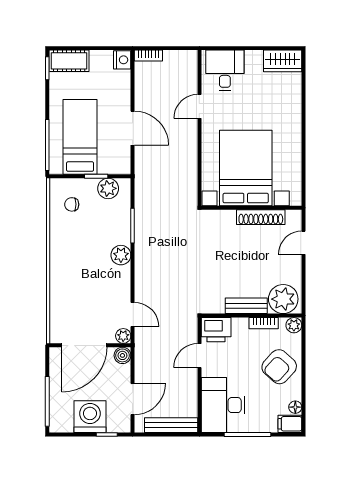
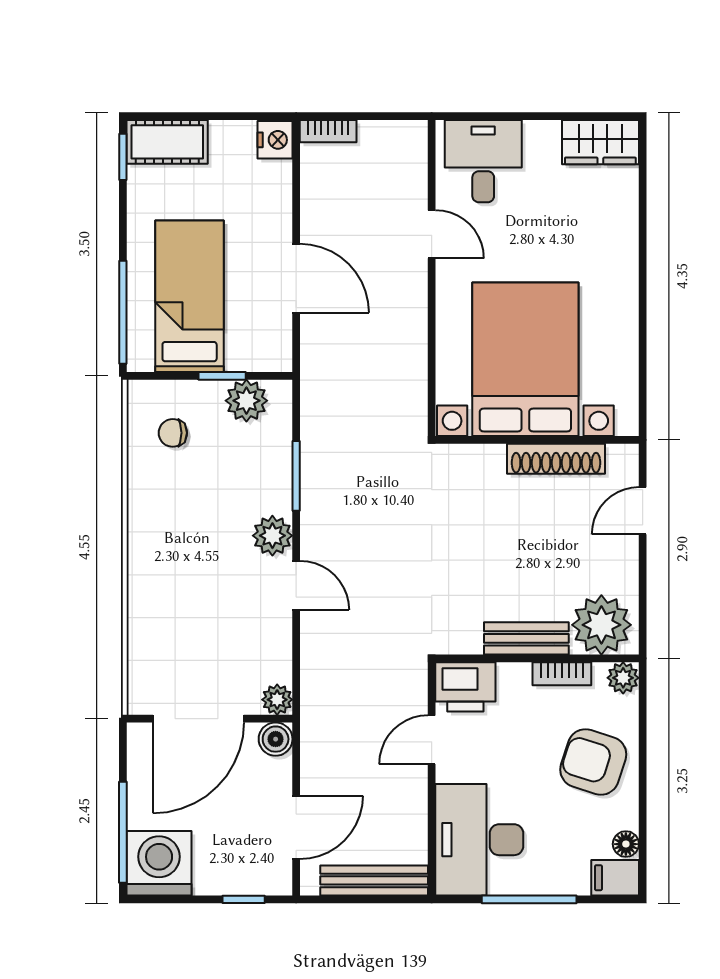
door: (199, 106) -> (432, 234), swing flipped
door: (133, 315) -> (296, 585), moved
armchair: (279, 367) -> (593, 762), turned 66
washing machine: (90, 417) -> (159, 863), moved

